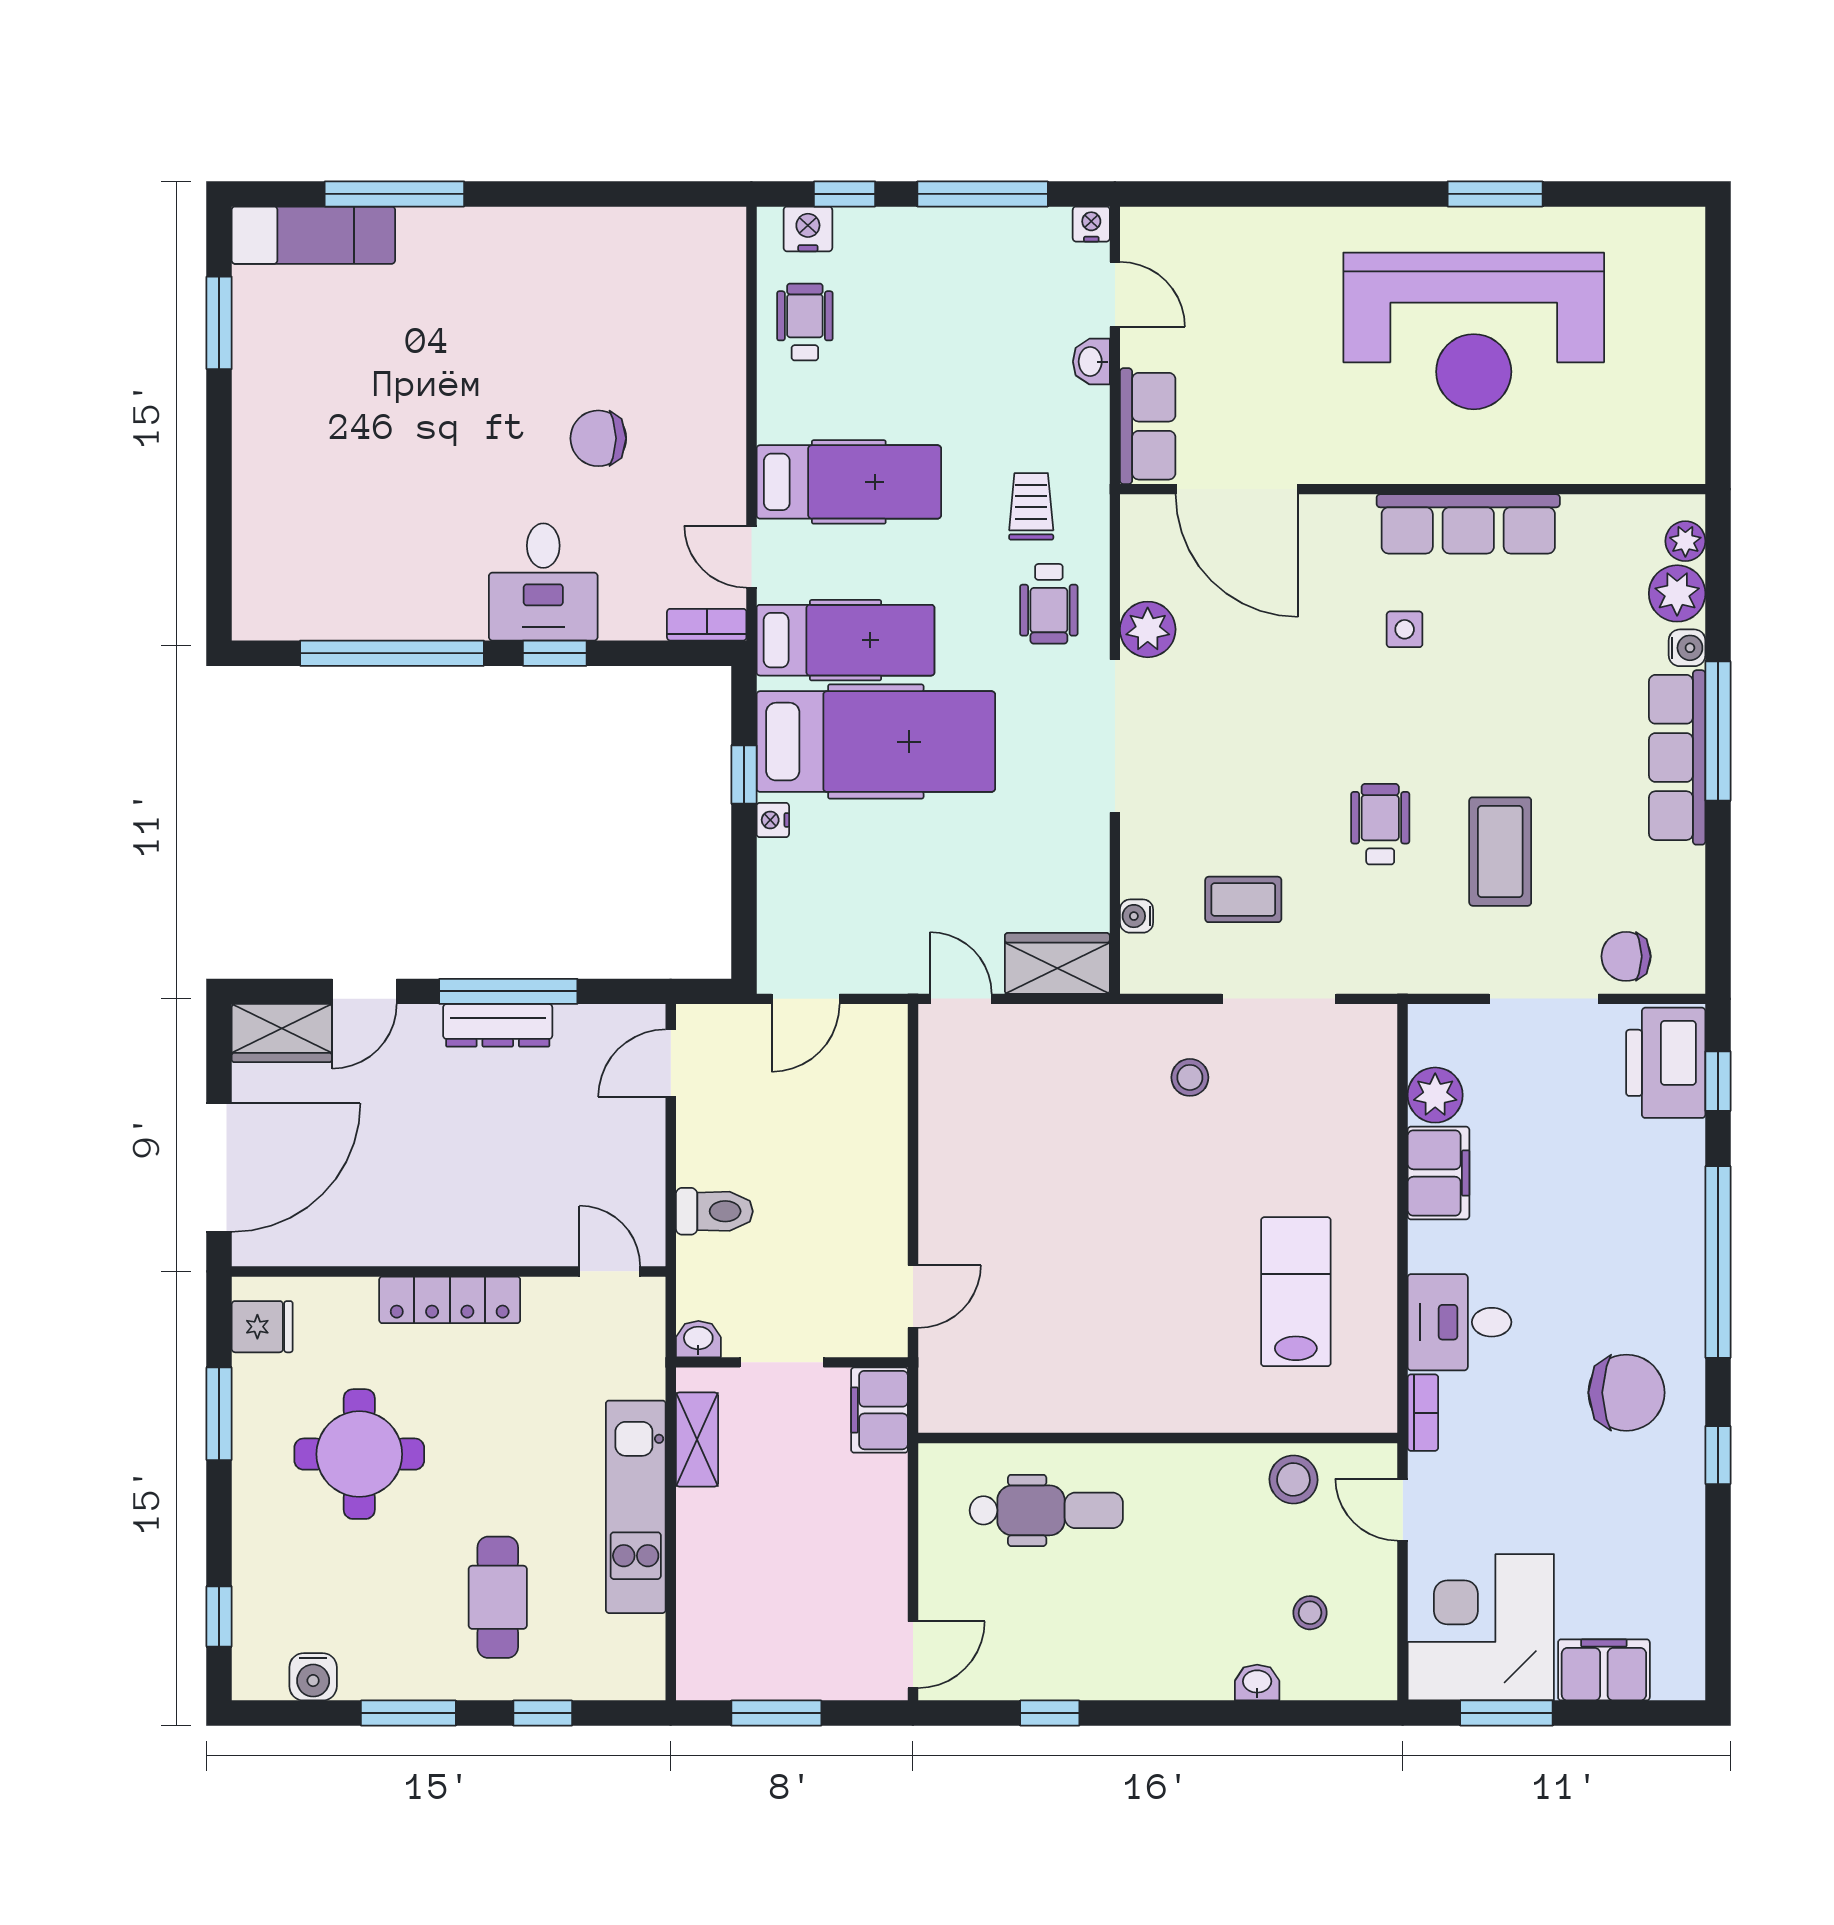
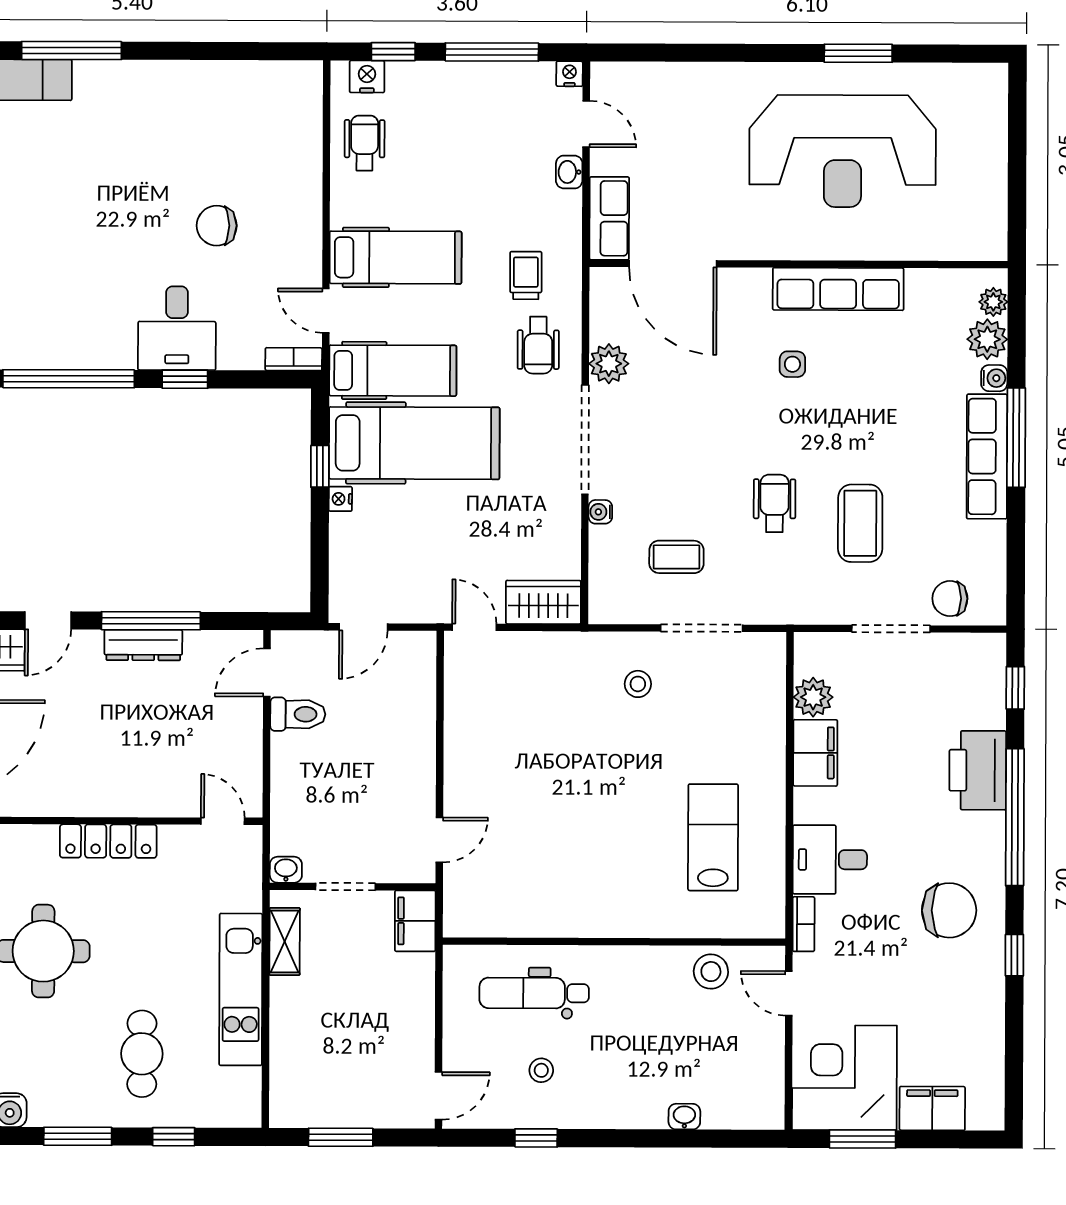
water cooler: (1136, 916) -> (600, 512), moved
printer: (1666, 1063) -> (978, 770), moved
toilet: (714, 1211) -> (298, 714), moved
dental chair: (1046, 1510) -> (534, 993), turned 180
stool: (1310, 1613) -> (541, 1070), moved

